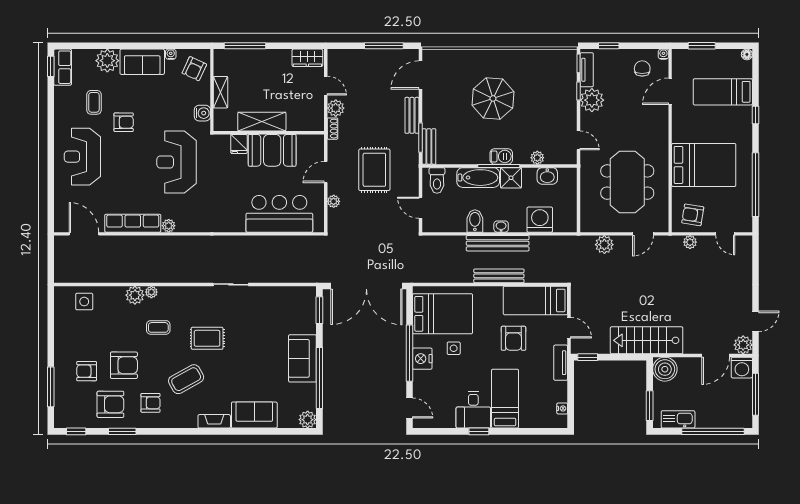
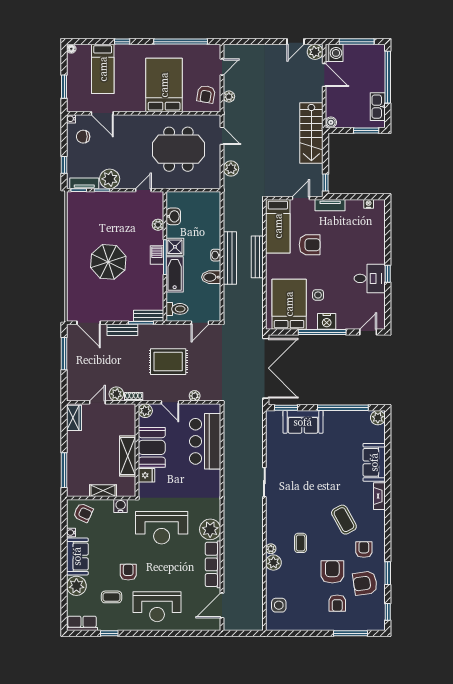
window: (51, 66) -> (109, 633), moved
plant: (316, 143) -> (145, 411), added
washing machine: (540, 220) -> (210, 223), removed
plant: (169, 226) -> (210, 529), width x1.88, depth x1.88
door: (755, 321) -> (295, 42), swing flipped
rug: (207, 338) -> (310, 502), removed
sofa: (302, 358) -> (303, 422), moved
boiler: (665, 369) -> (331, 122), width x0.54, depth x0.54
bed: (505, 399) -> (360, 252), removed
armchair: (110, 404) -> (365, 583), turned -98

